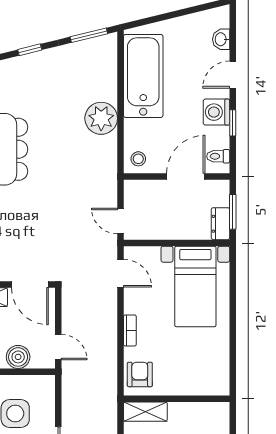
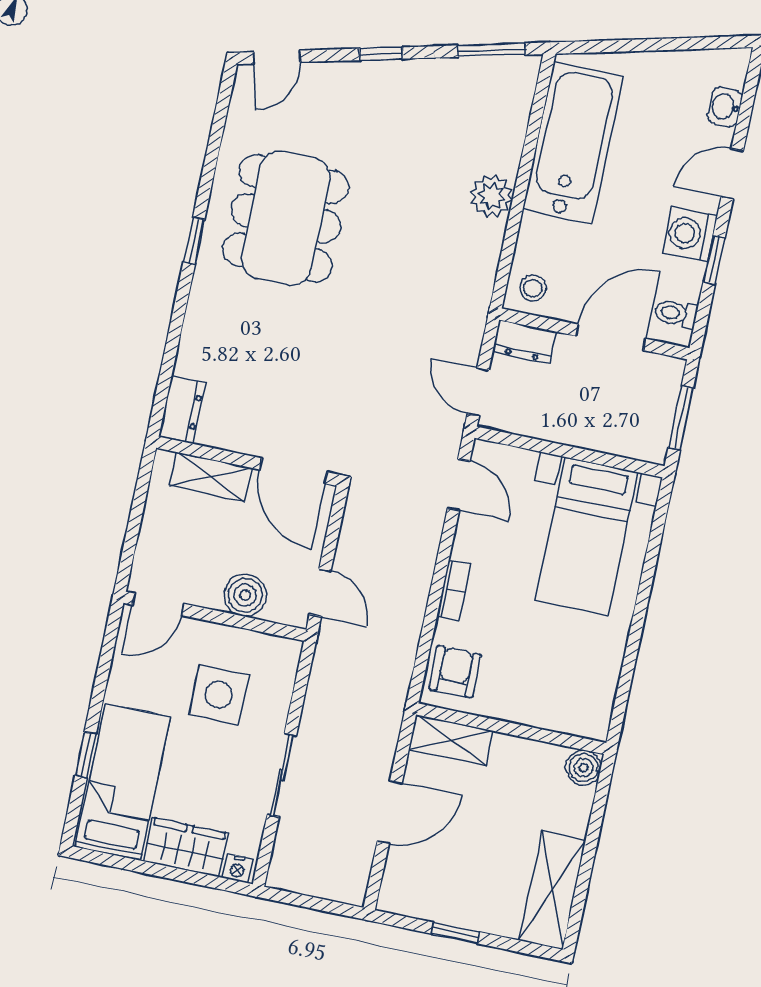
plant: (101, 118) -> (492, 196), width x0.73, depth x0.73
dresser: (220, 224) -> (524, 342), moved, turned -90
boiler: (220, 411) -> (583, 768), added

